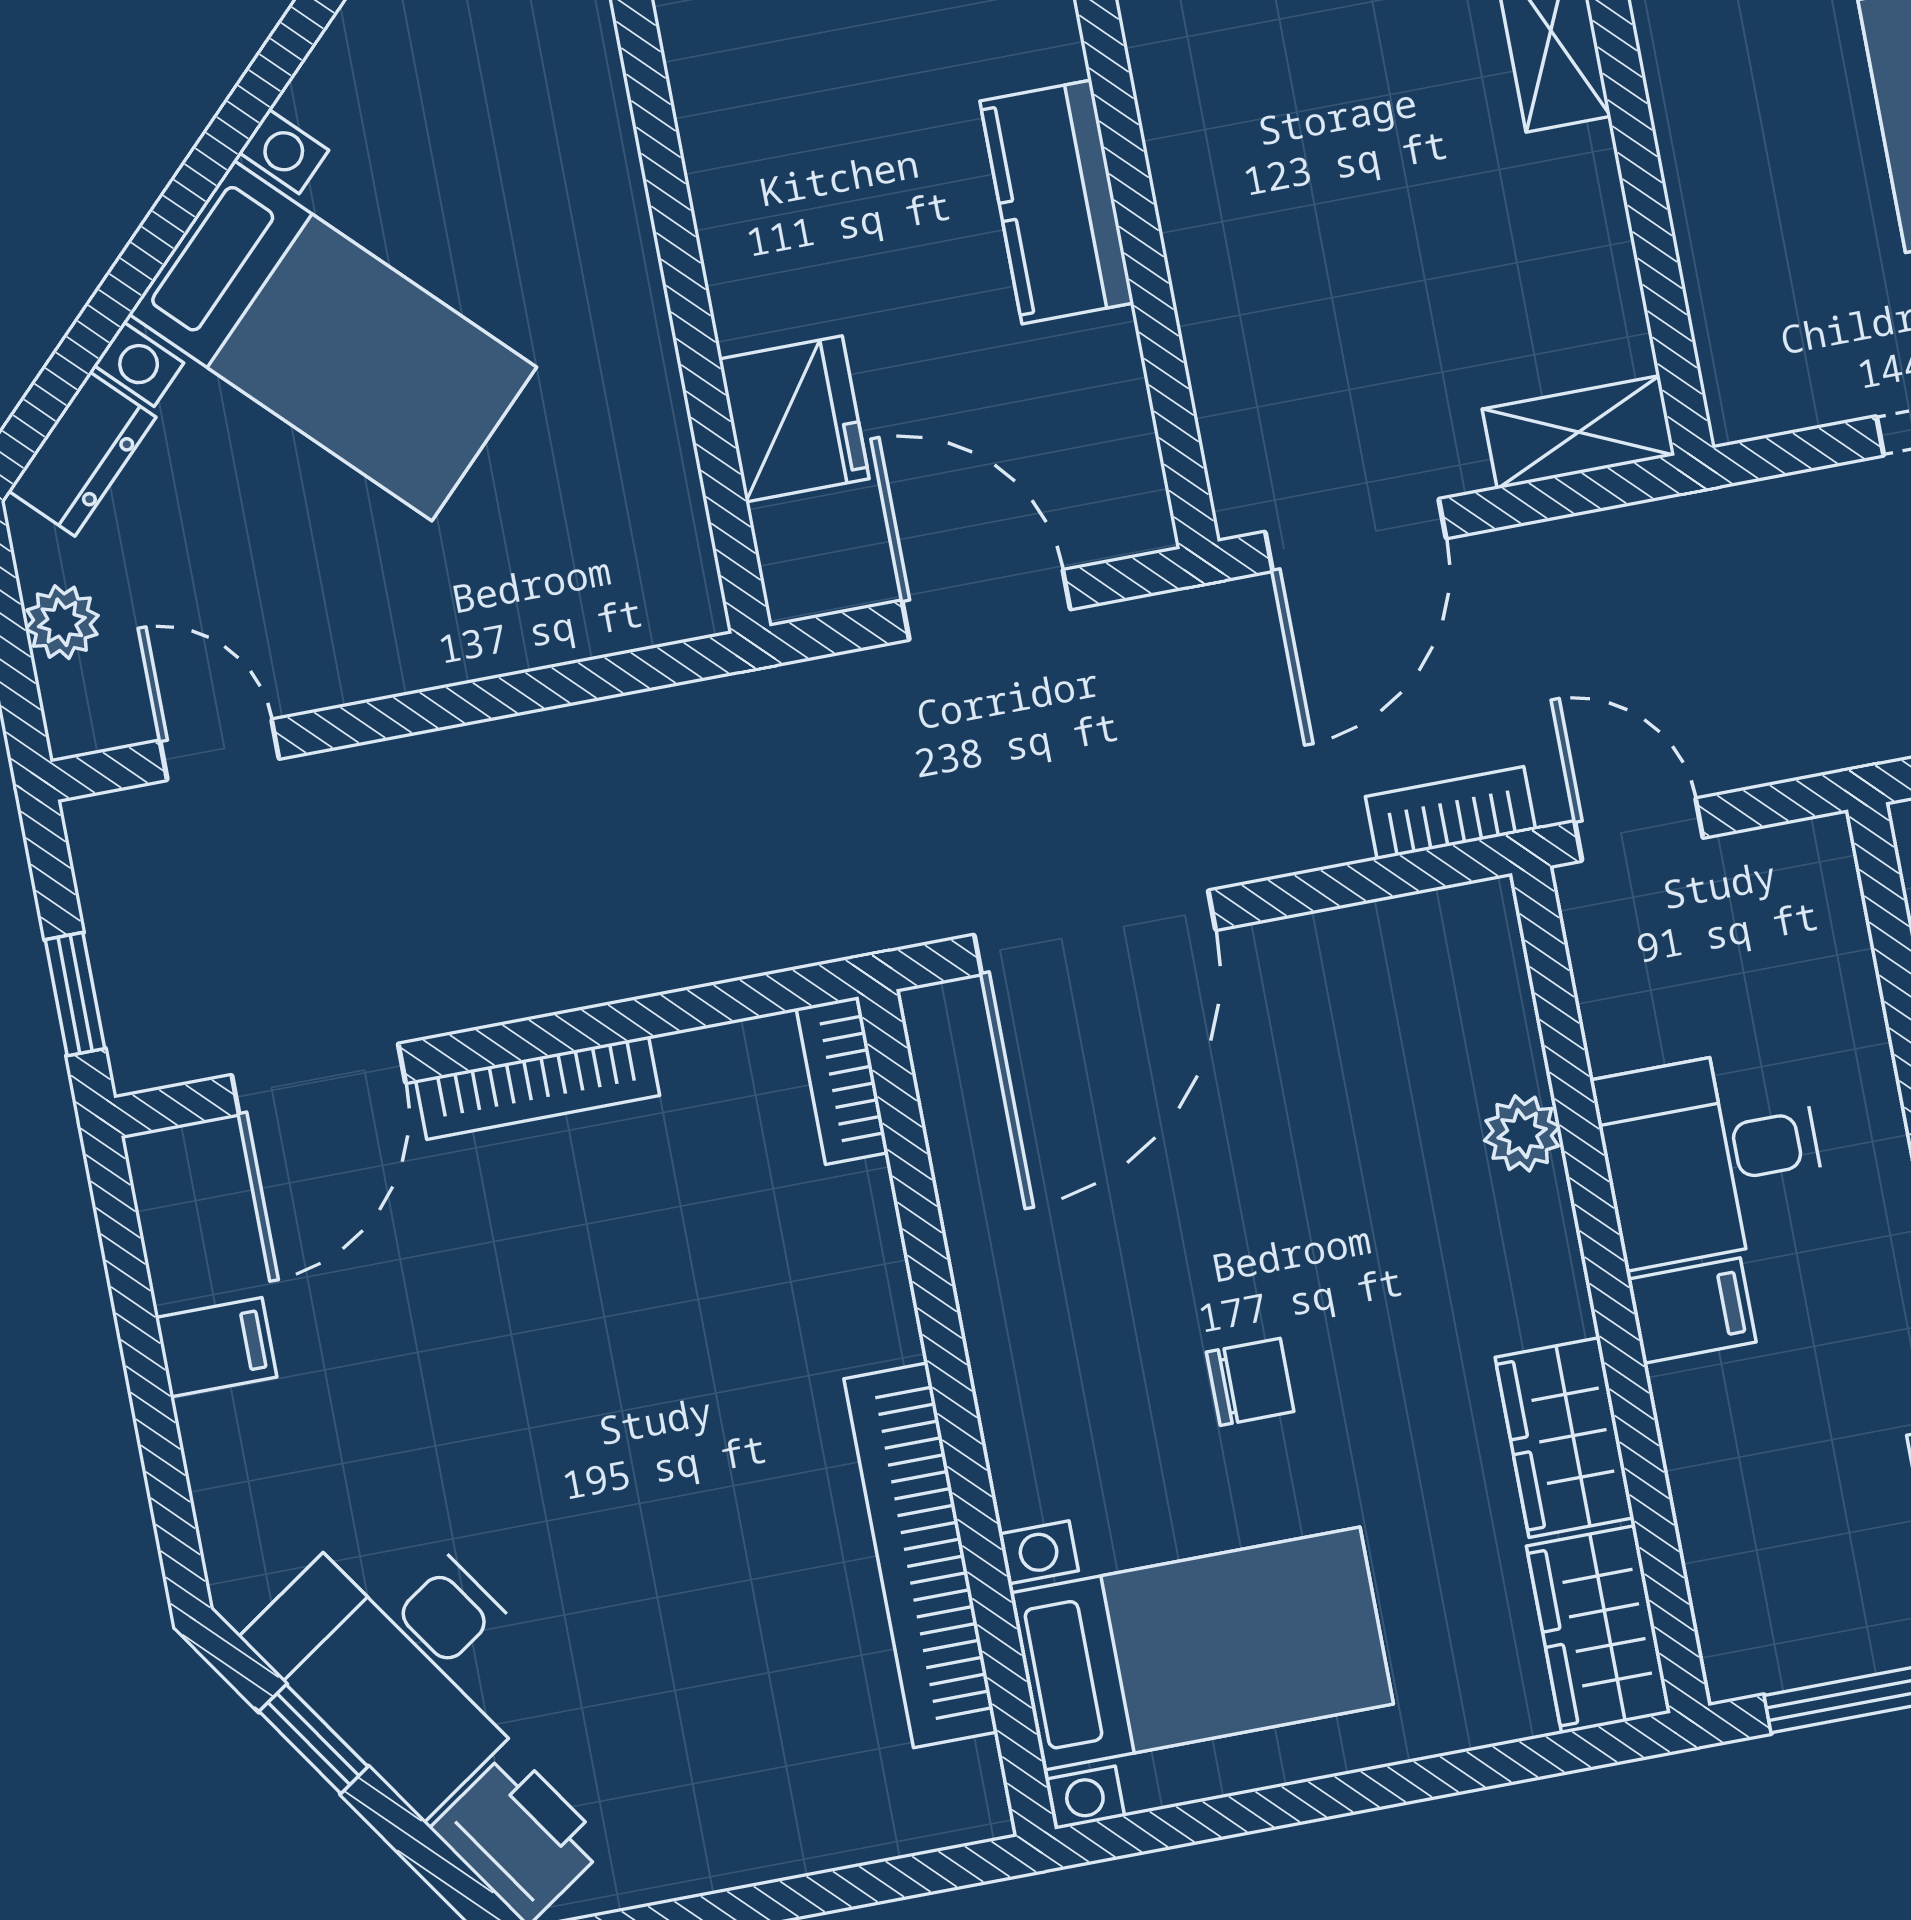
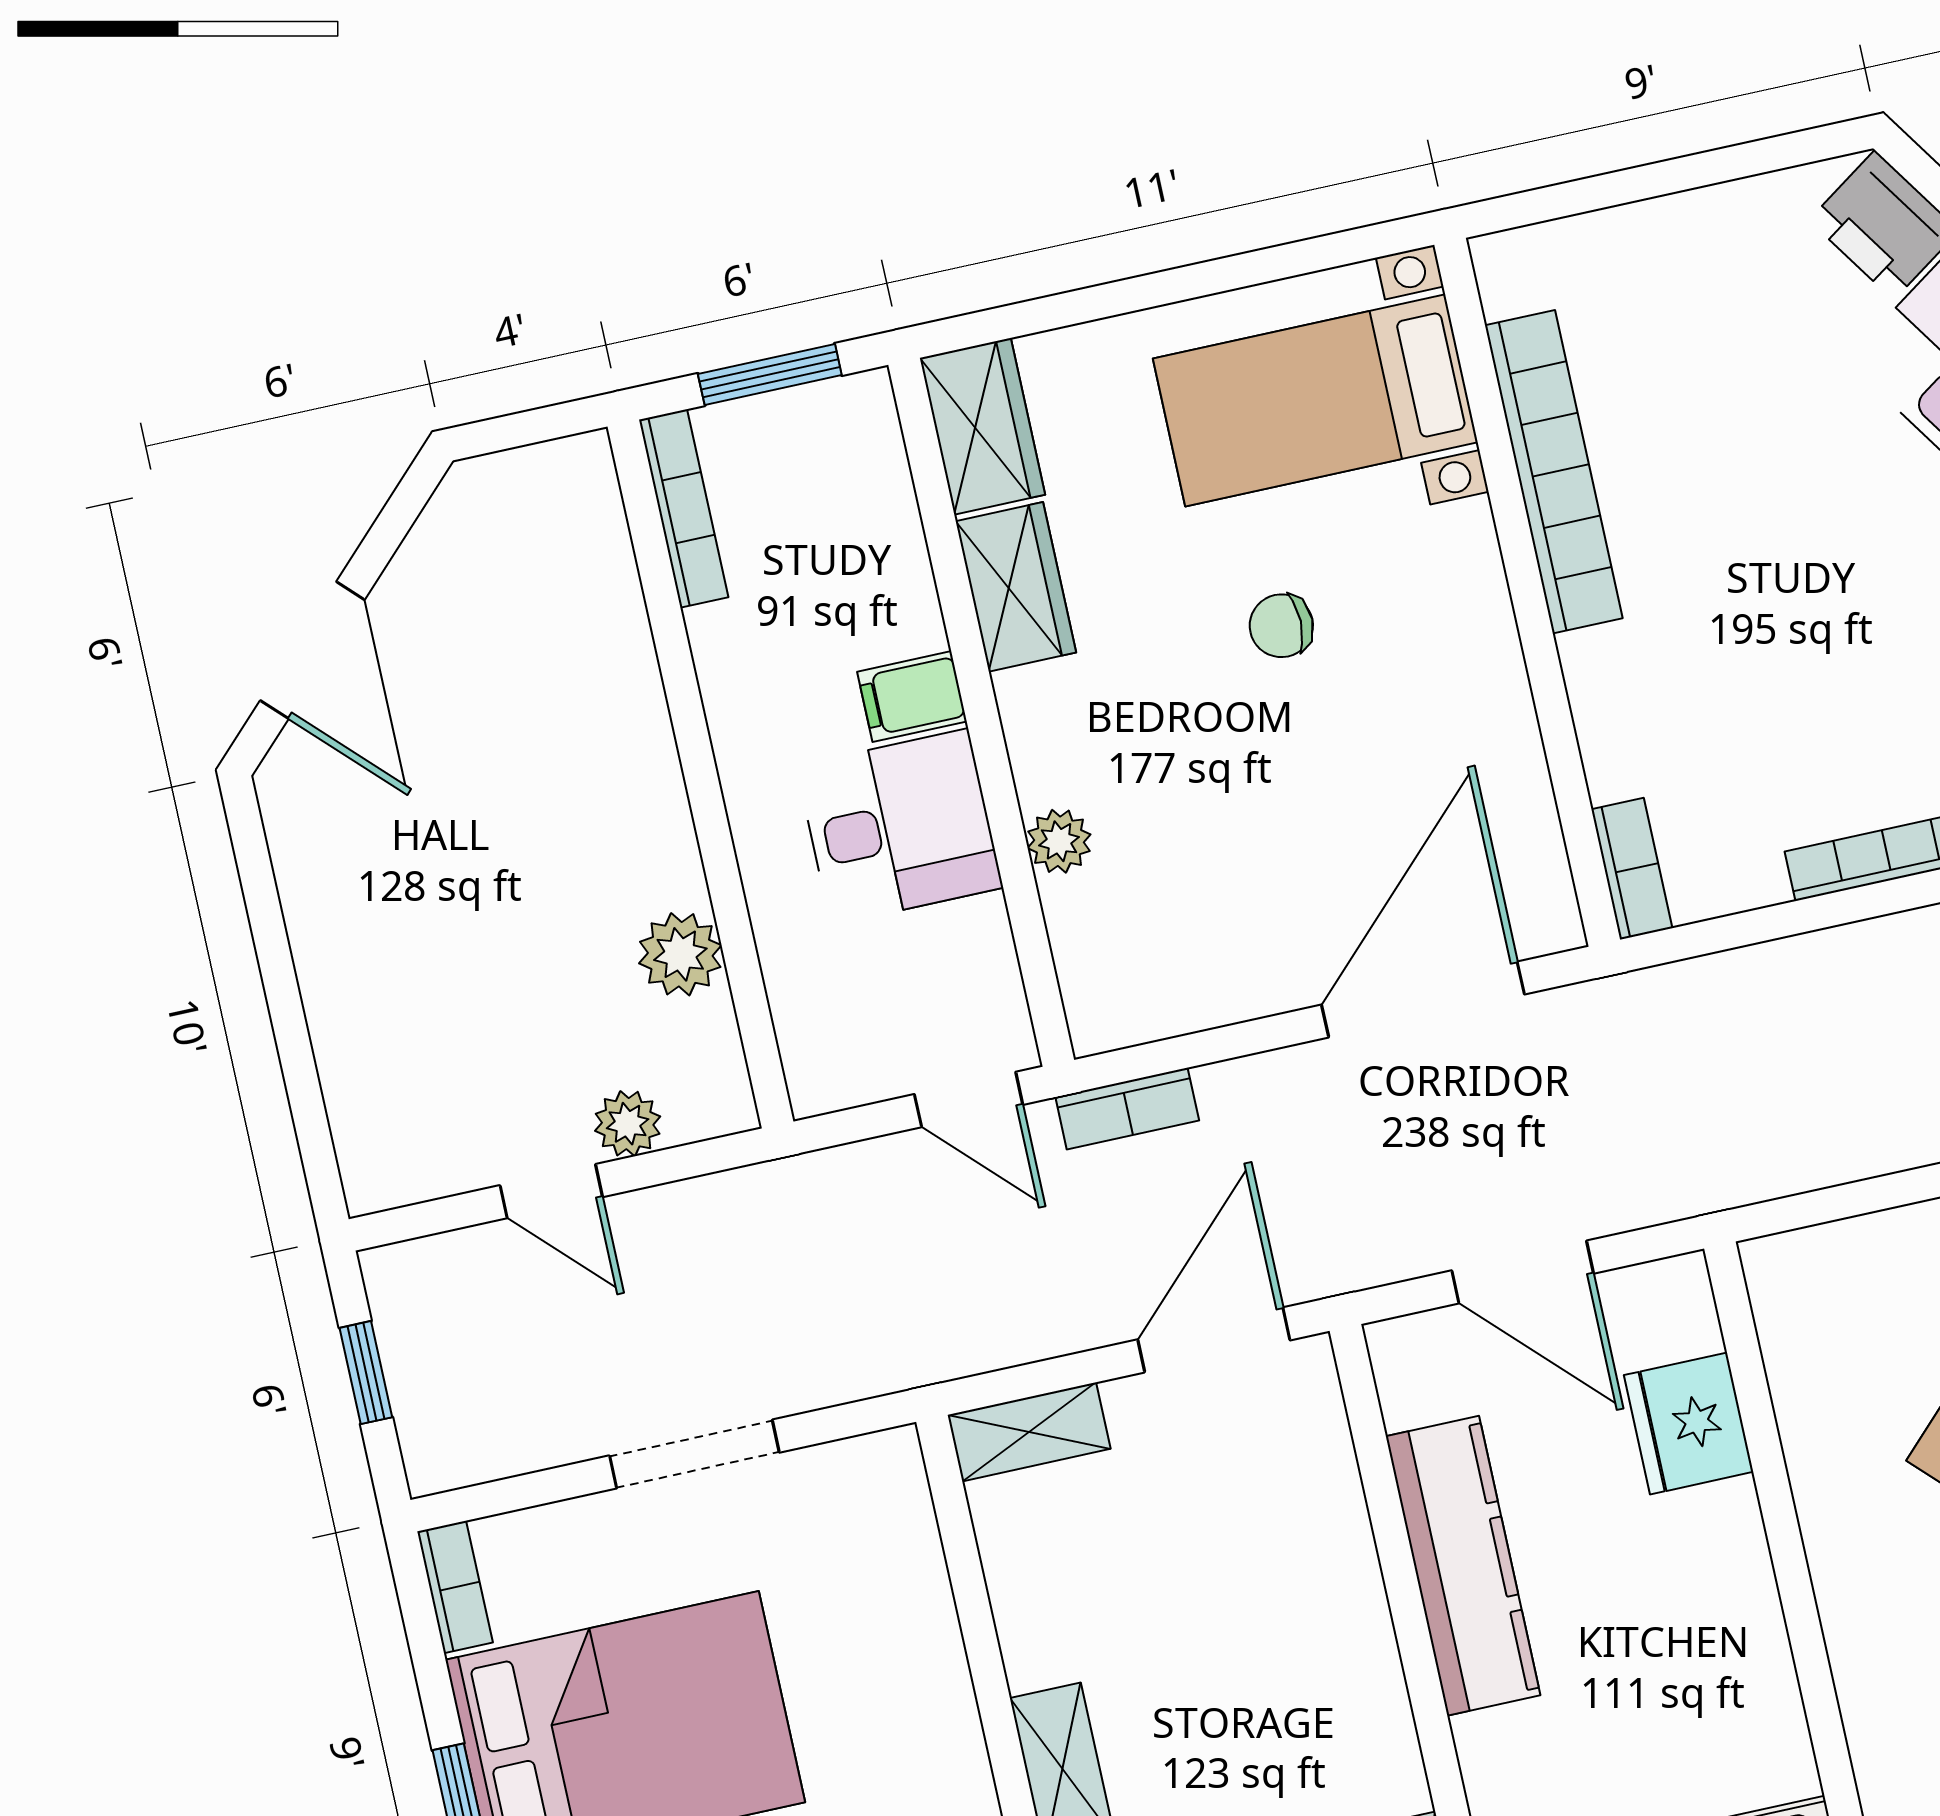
kitchen counter: (1057, 202) -> (1463, 1566), width x1.50

